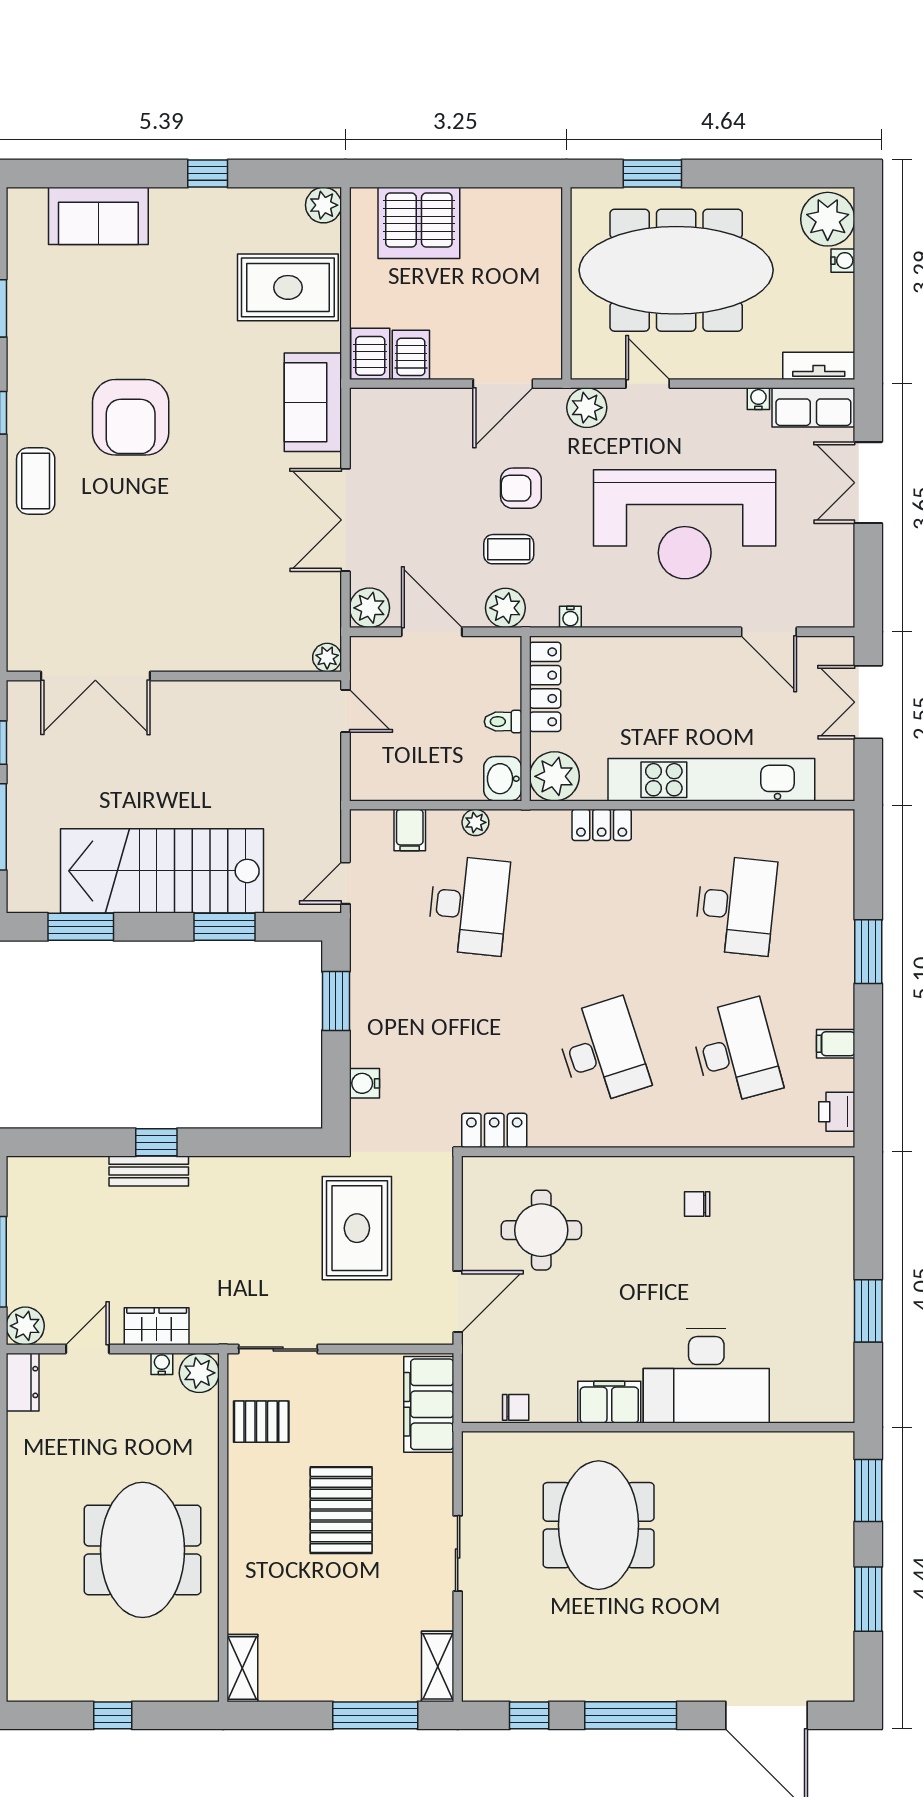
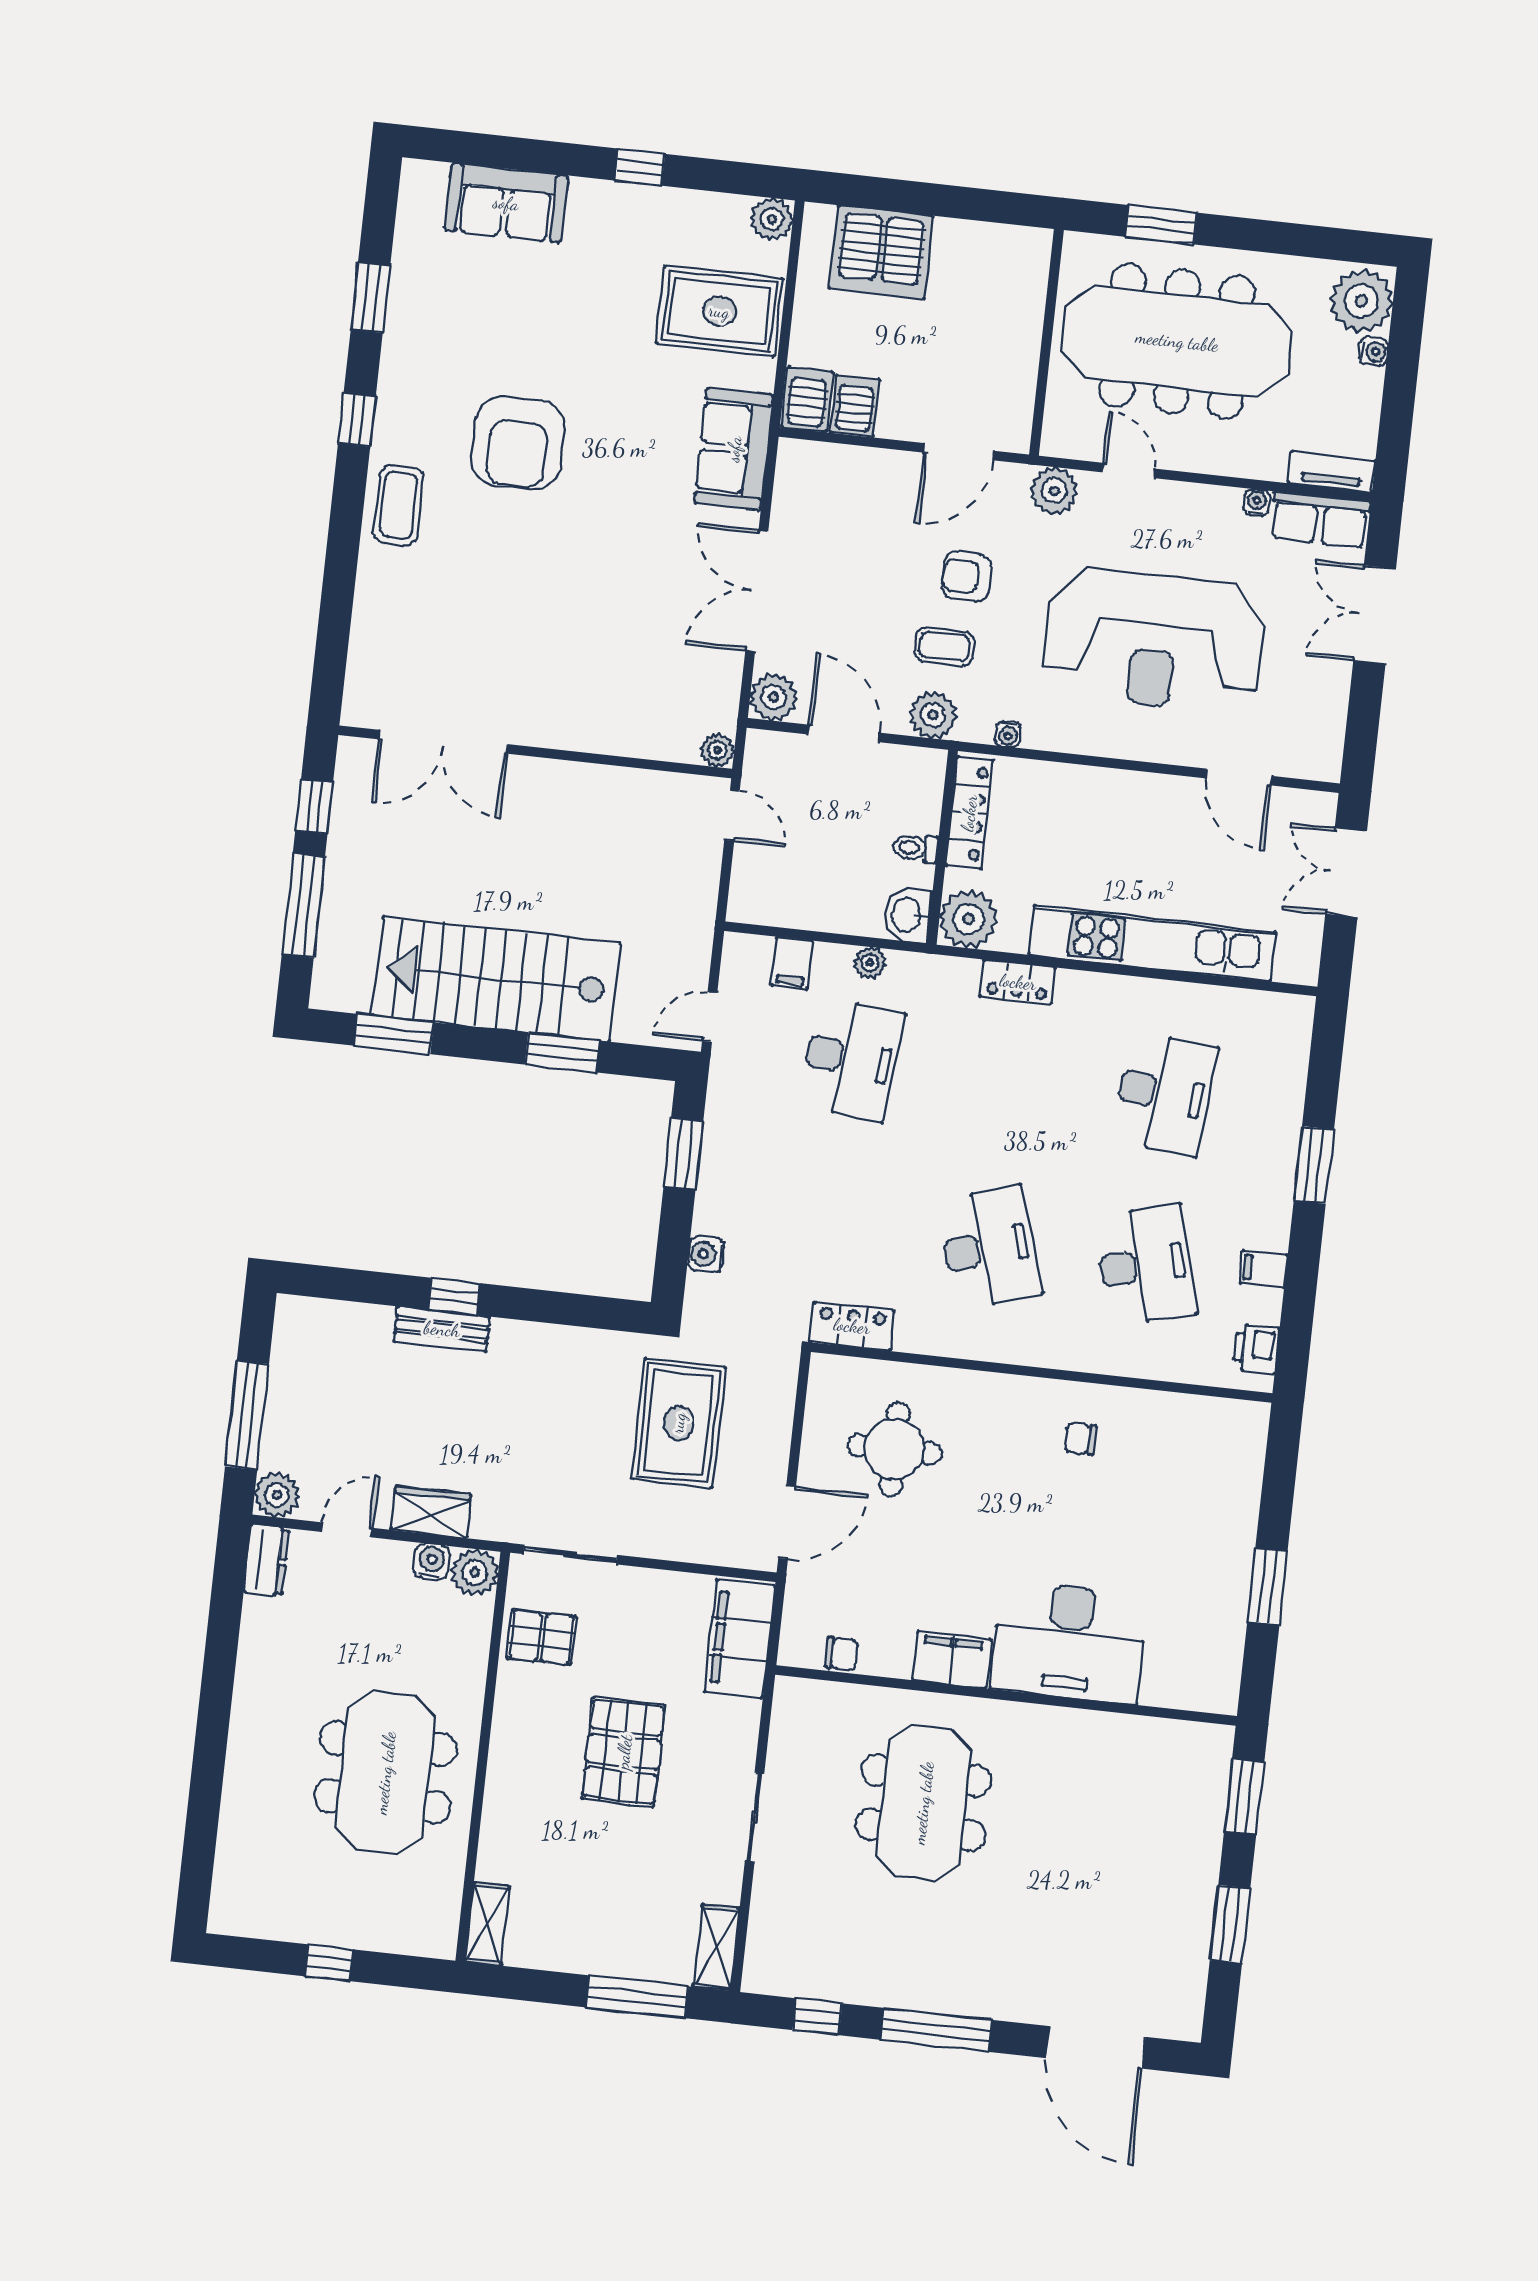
water cooler: (162, 1364) -> (432, 1562), width x1.38, depth x1.38

